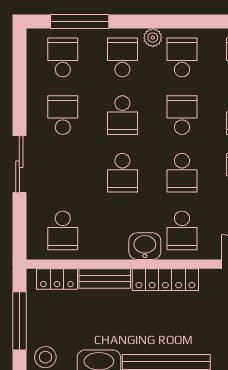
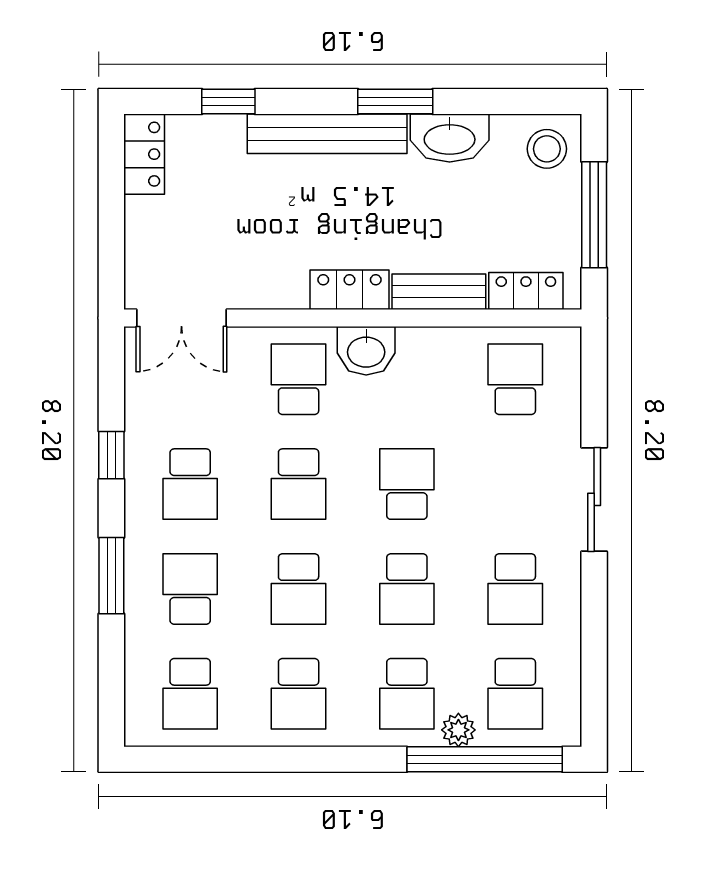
window: (80, 21) -> (485, 759), width x1.46
plant: (153, 38) -> (458, 730), moved
school desk: (122, 115) -> (407, 589), turned 180
school desk: (182, 173) -> (299, 484), turned 180
locker: (165, 280) -> (349, 290), width x0.66

